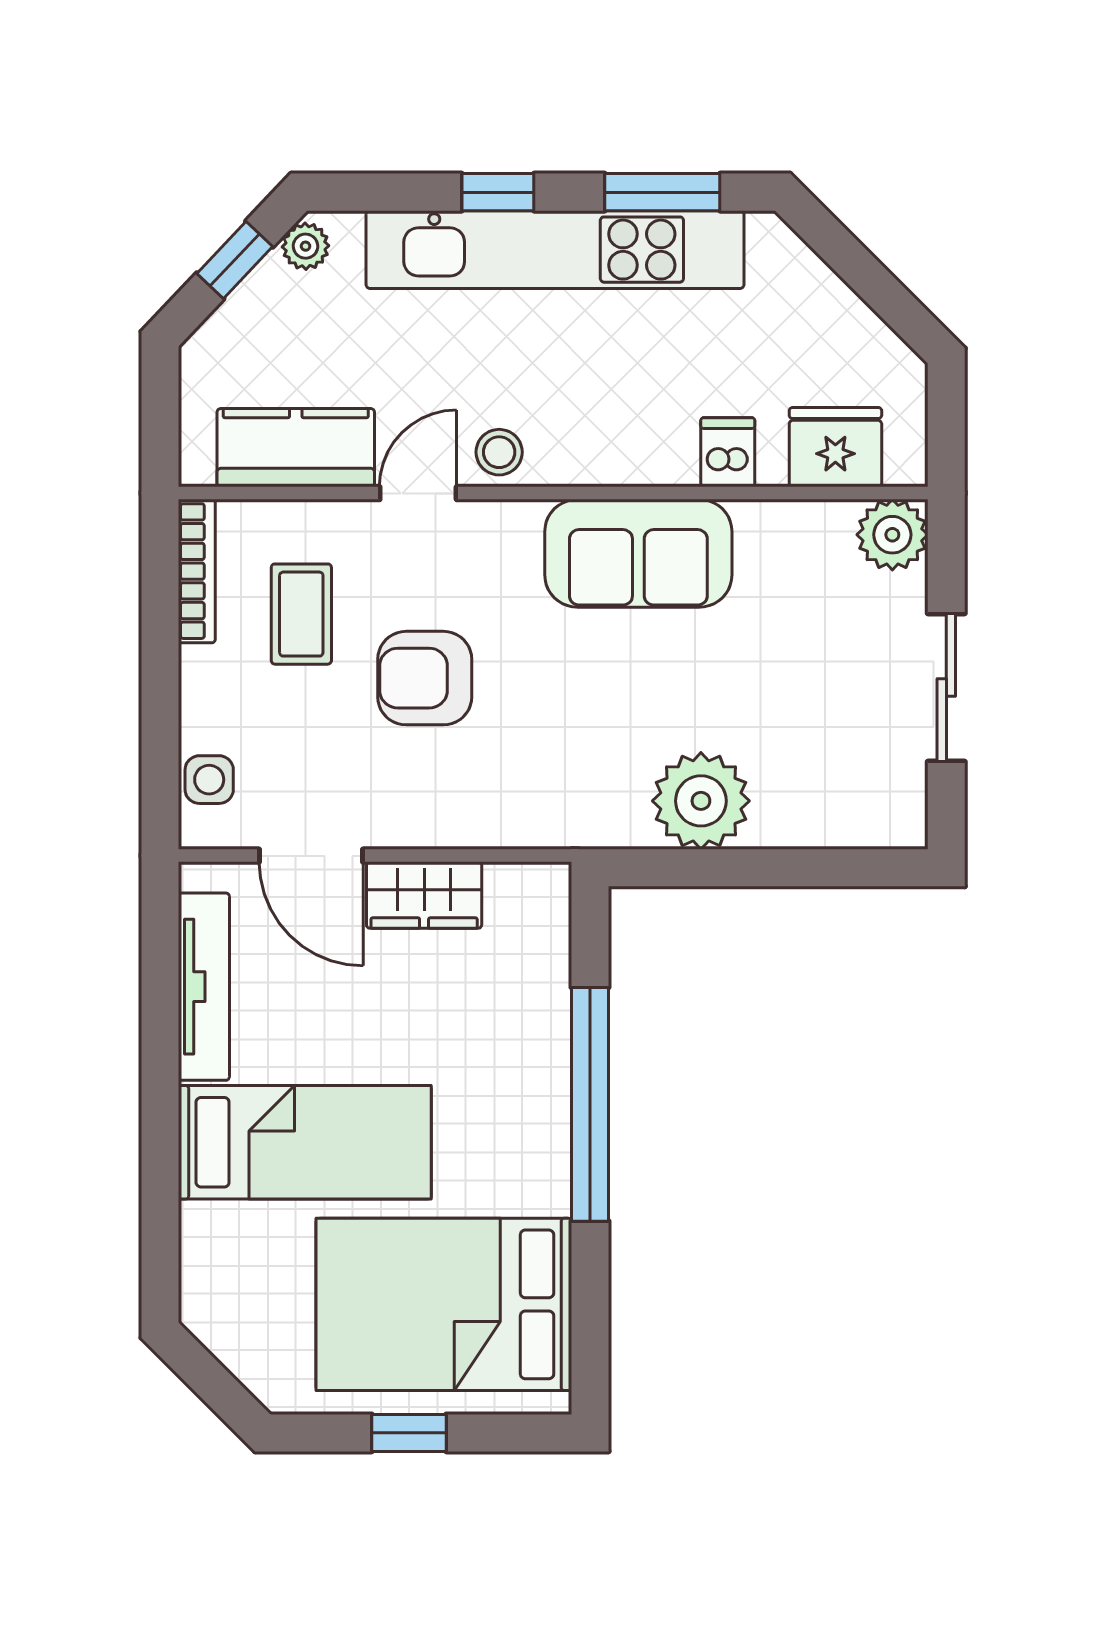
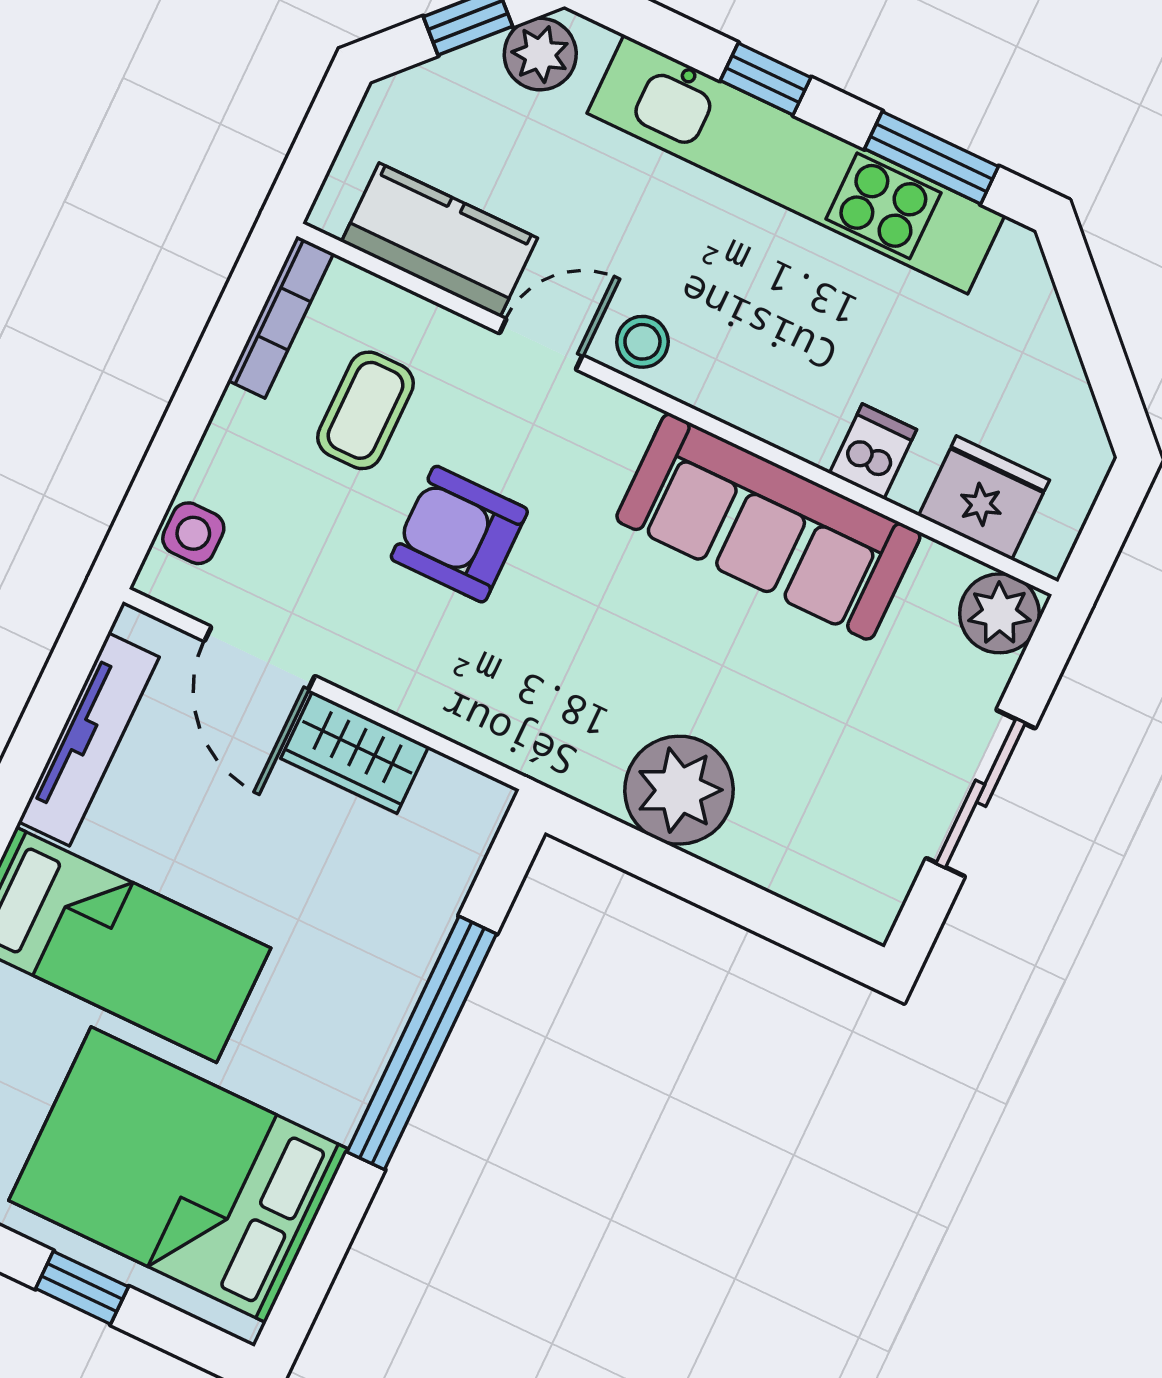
plant: (306, 246) -> (540, 54), width x1.38, depth x1.38
sofa: (638, 553) -> (768, 527), width x1.36

